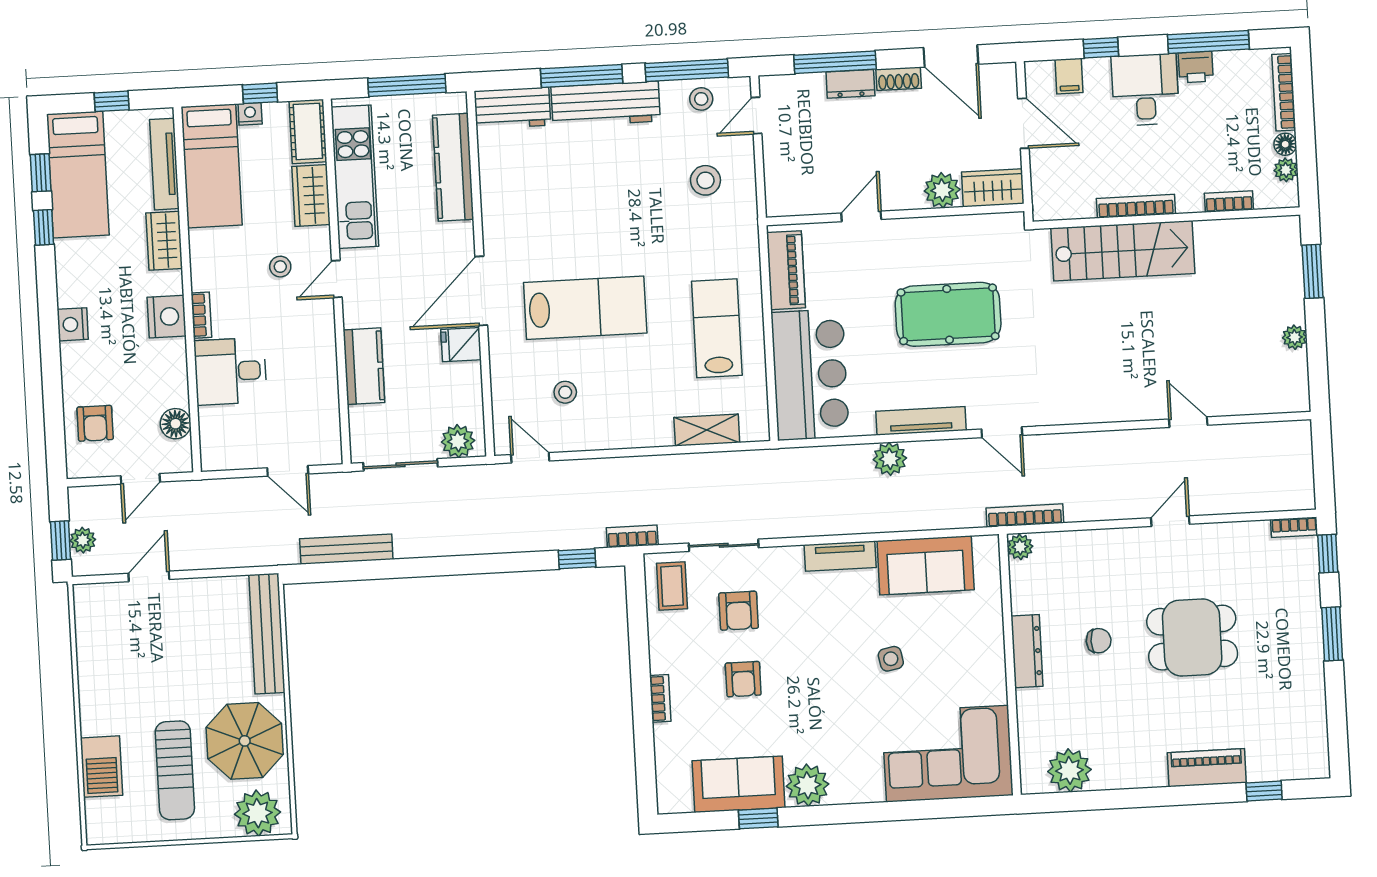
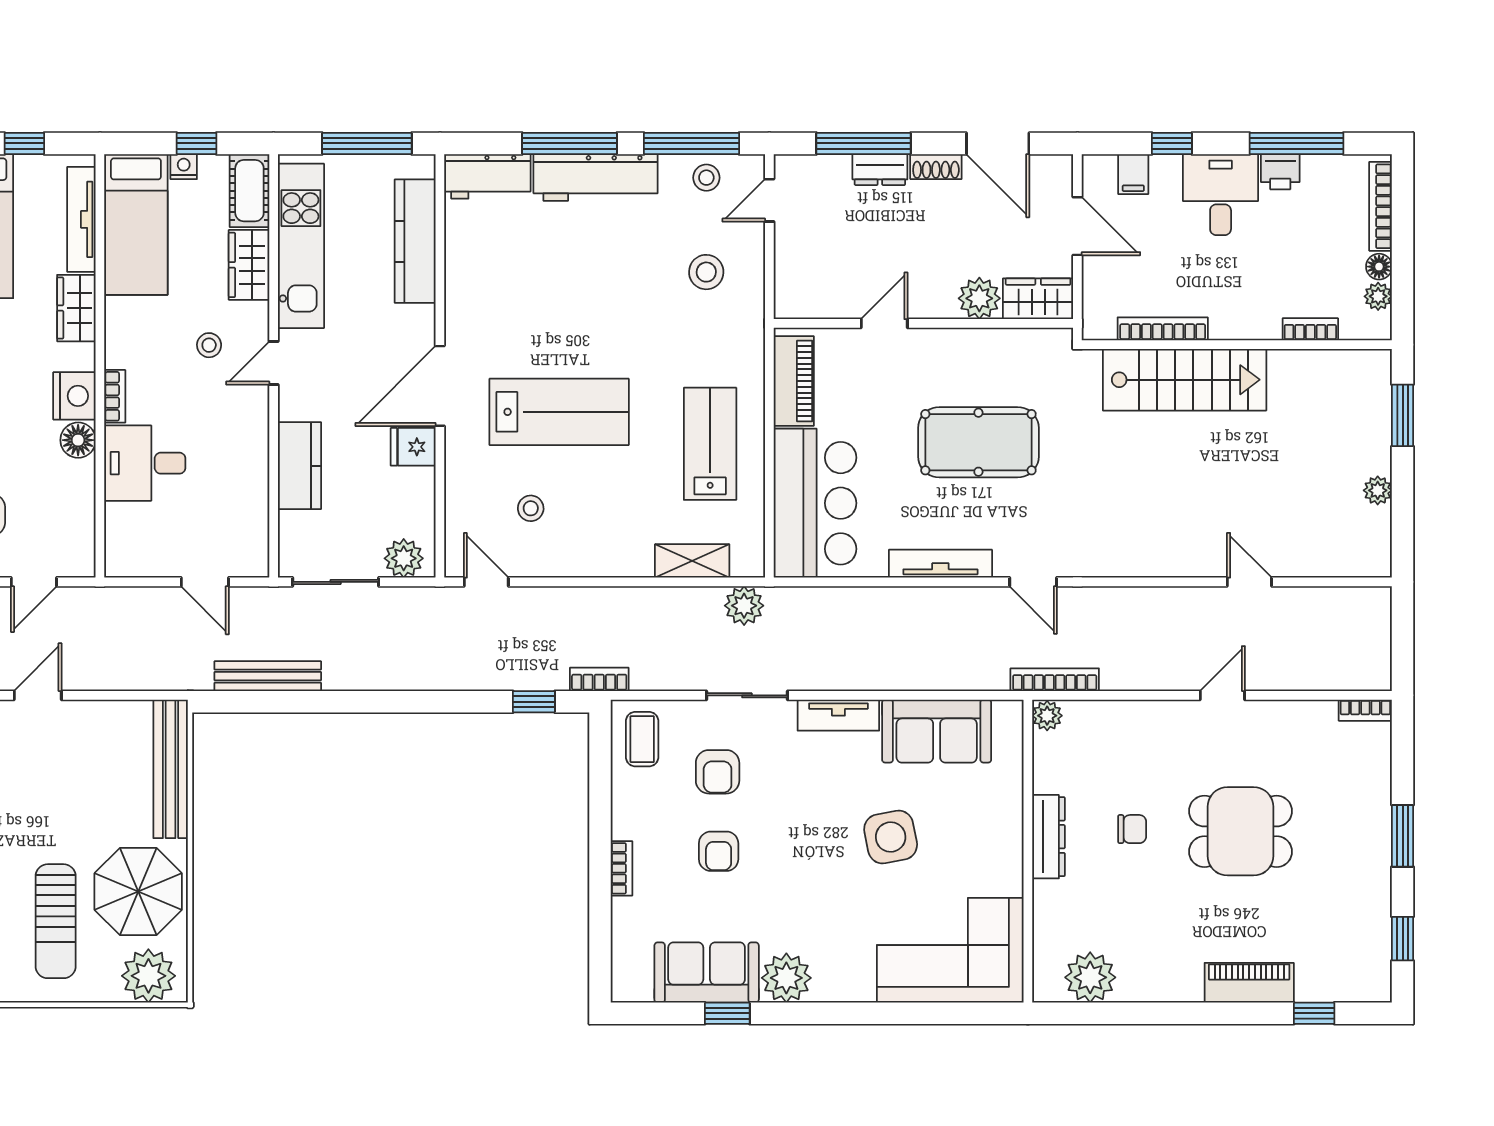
bookcase: (1136, 206) -> (1163, 329), moved
floor lamp: (176, 424) -> (78, 440), moved
plant: (890, 459) -> (744, 606), moved
sliding door: (724, 545) -> (747, 695), moved
window: (1328, 554) -> (1403, 939), moved
side table: (891, 659) -> (891, 837), width x1.87, depth x1.87

